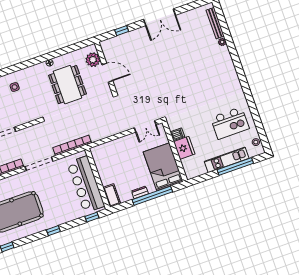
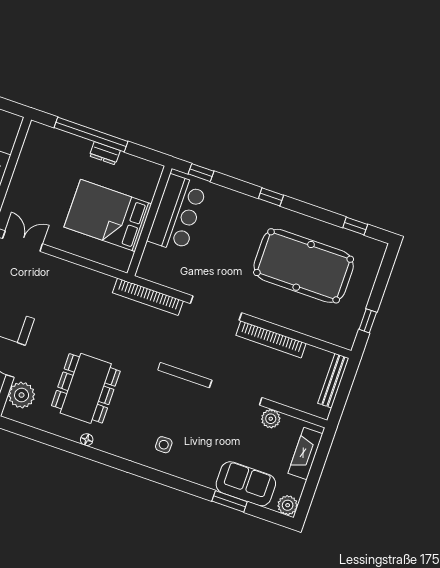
bed: (163, 167) -> (108, 215), moved, turned 90
bar counter: (86, 184) -> (177, 213), width x0.73
cot: (112, 196) -> (148, 181), removed

